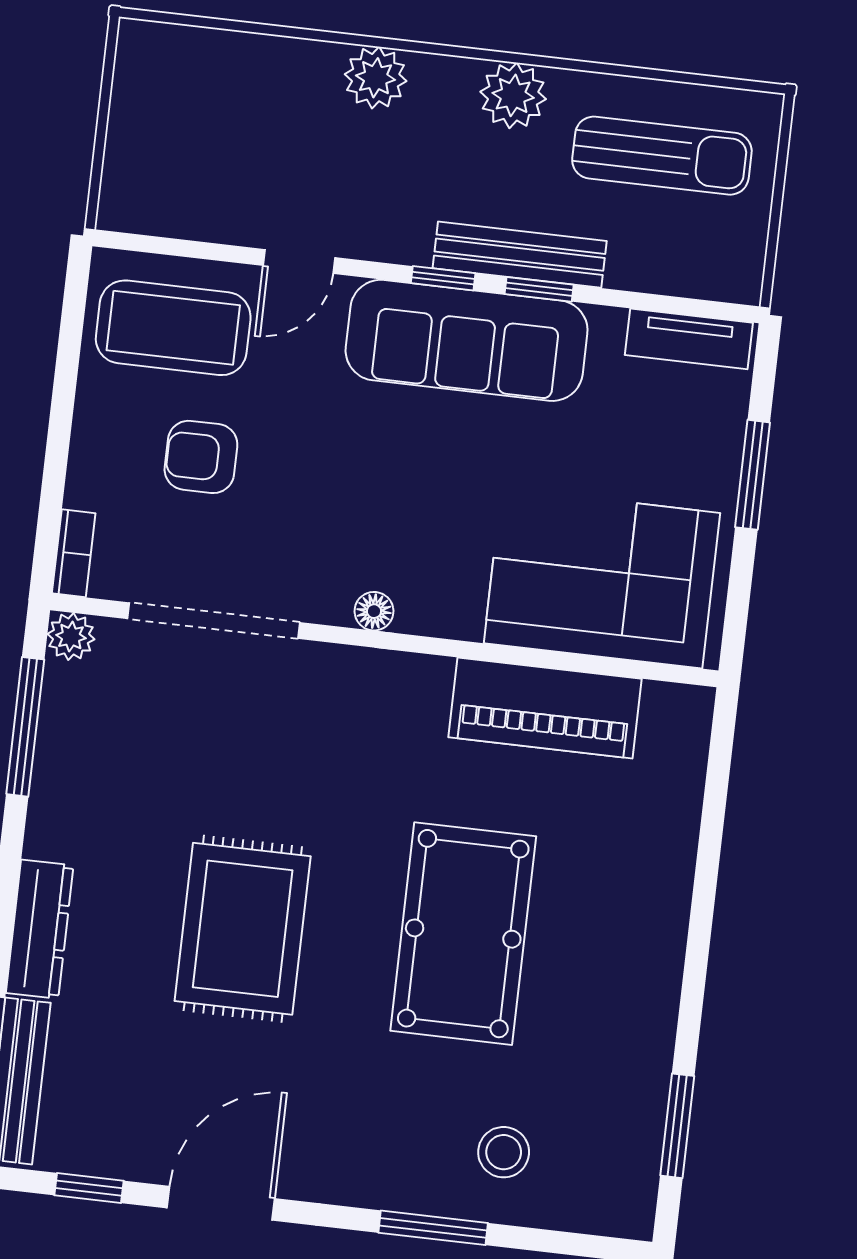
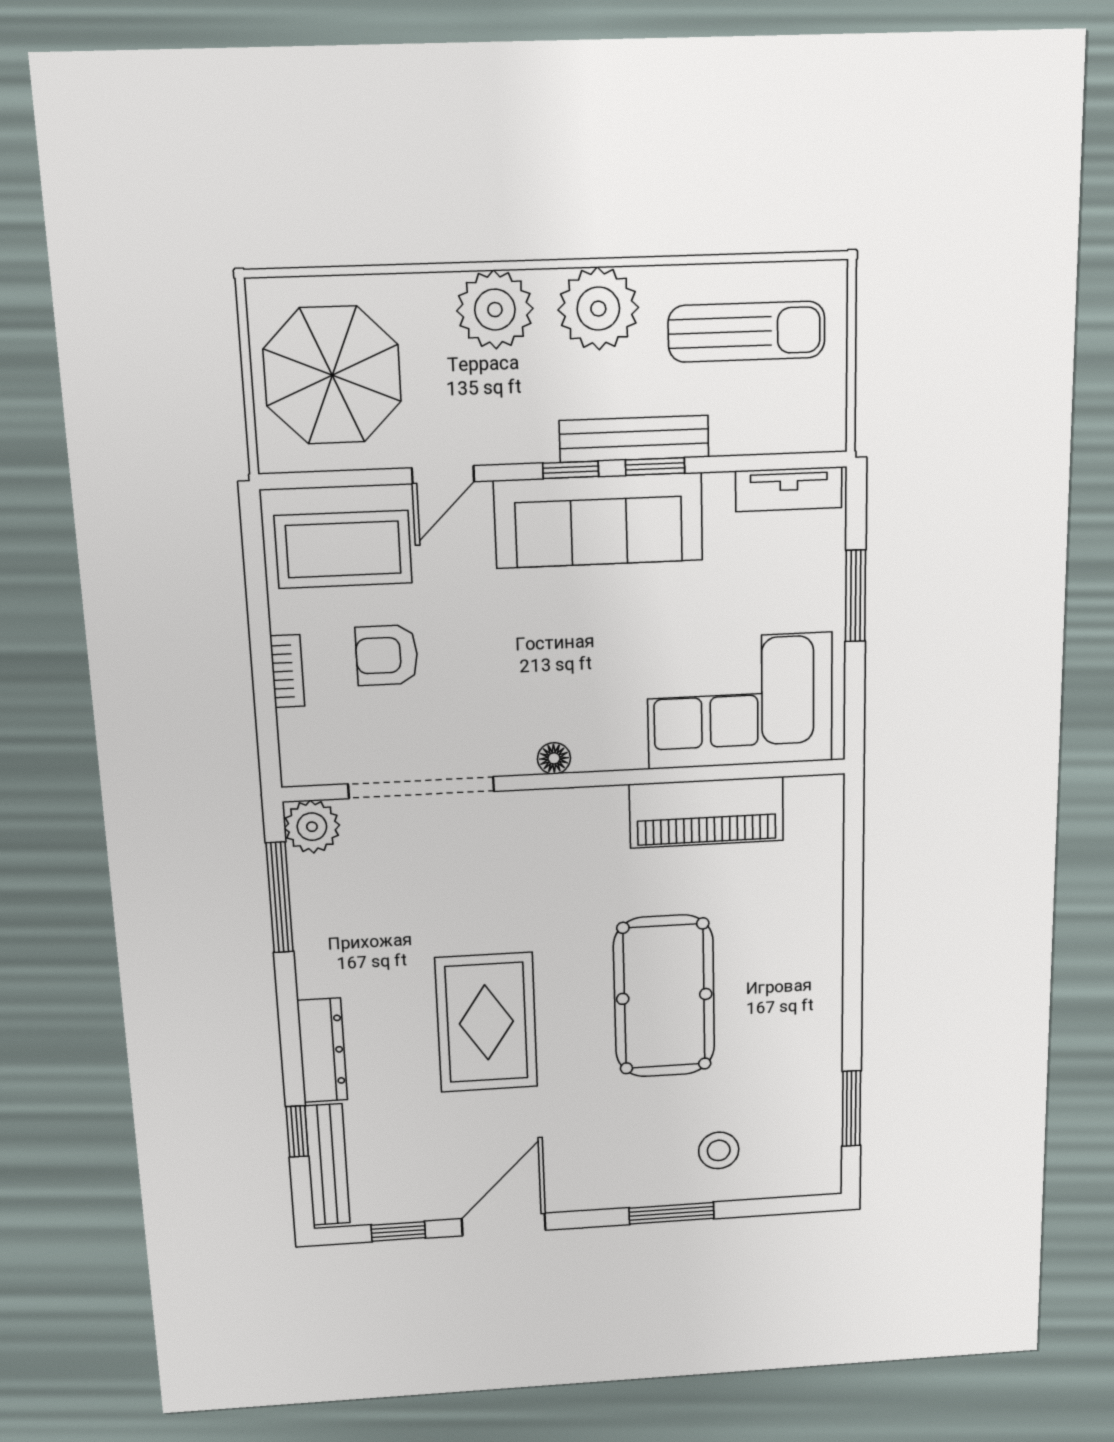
plant: (376, 78) -> (495, 310), width x1.36, depth x1.36
plant: (513, 95) -> (598, 309), width x1.36, depth x1.36
parasol: (196, 134) -> (332, 375), added
bookcase: (74, 553) -> (287, 671), moved
plant: (71, 637) -> (312, 827), width x1.38, depth x1.38

